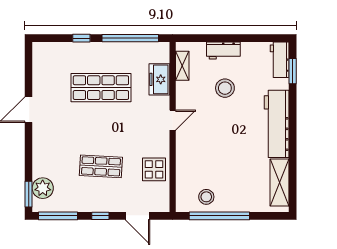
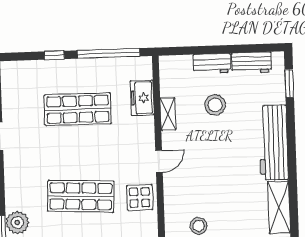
workbench: (280, 60) -> (252, 63), moved, turned -90
shelving: (182, 66) -> (168, 114), moved
door: (173, 120) -> (159, 162), moved
shop shelf: (101, 166) -> (81, 196), width x1.43, depth x1.36

